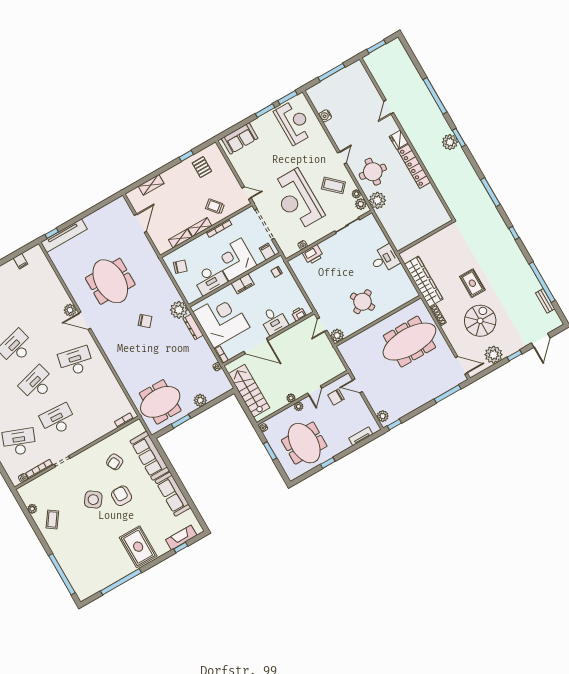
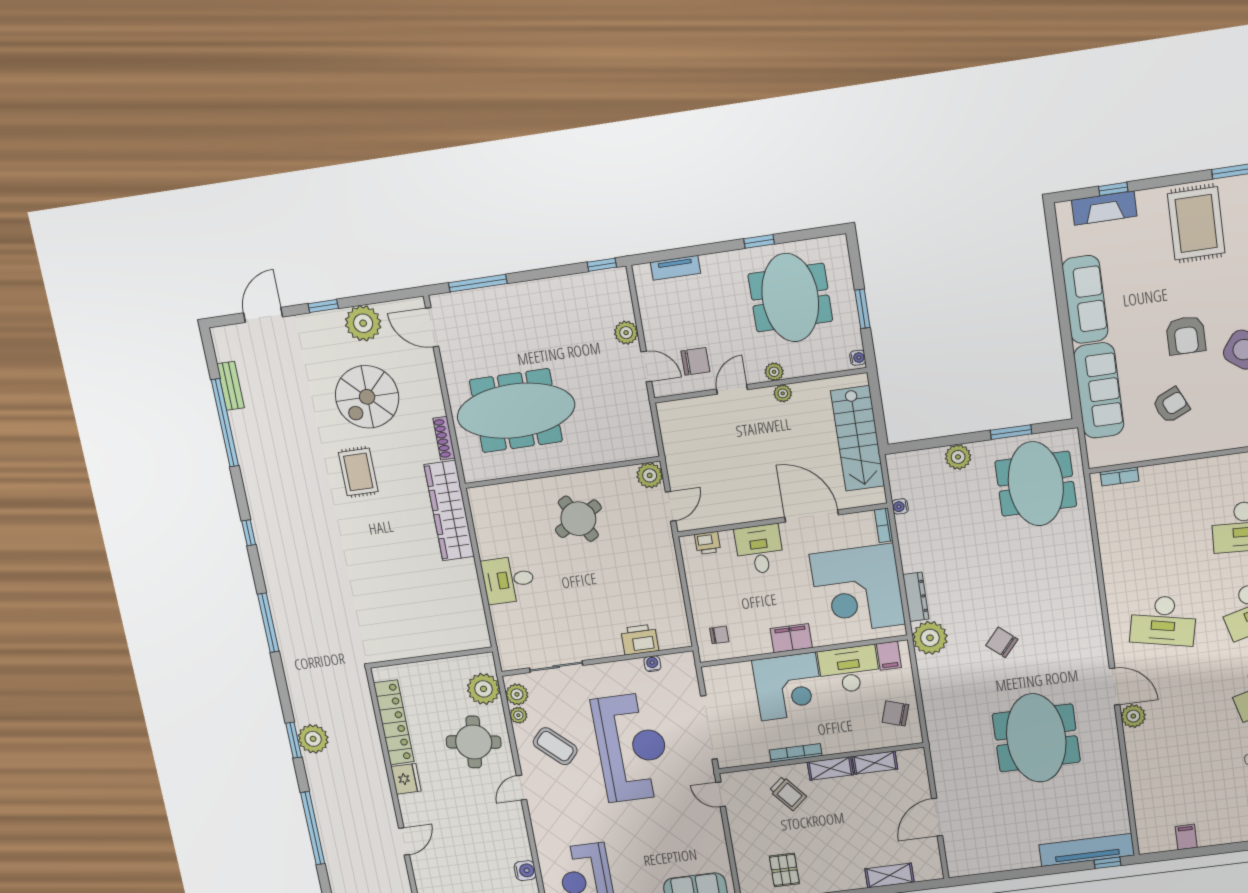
wall: (425, 237) -> (431, 657), moved
filing cabinet: (267, 252) -> (889, 656), moved
meeting table: (160, 402) -> (1036, 484), turned 90
plant: (383, 416) -> (626, 333), moved

